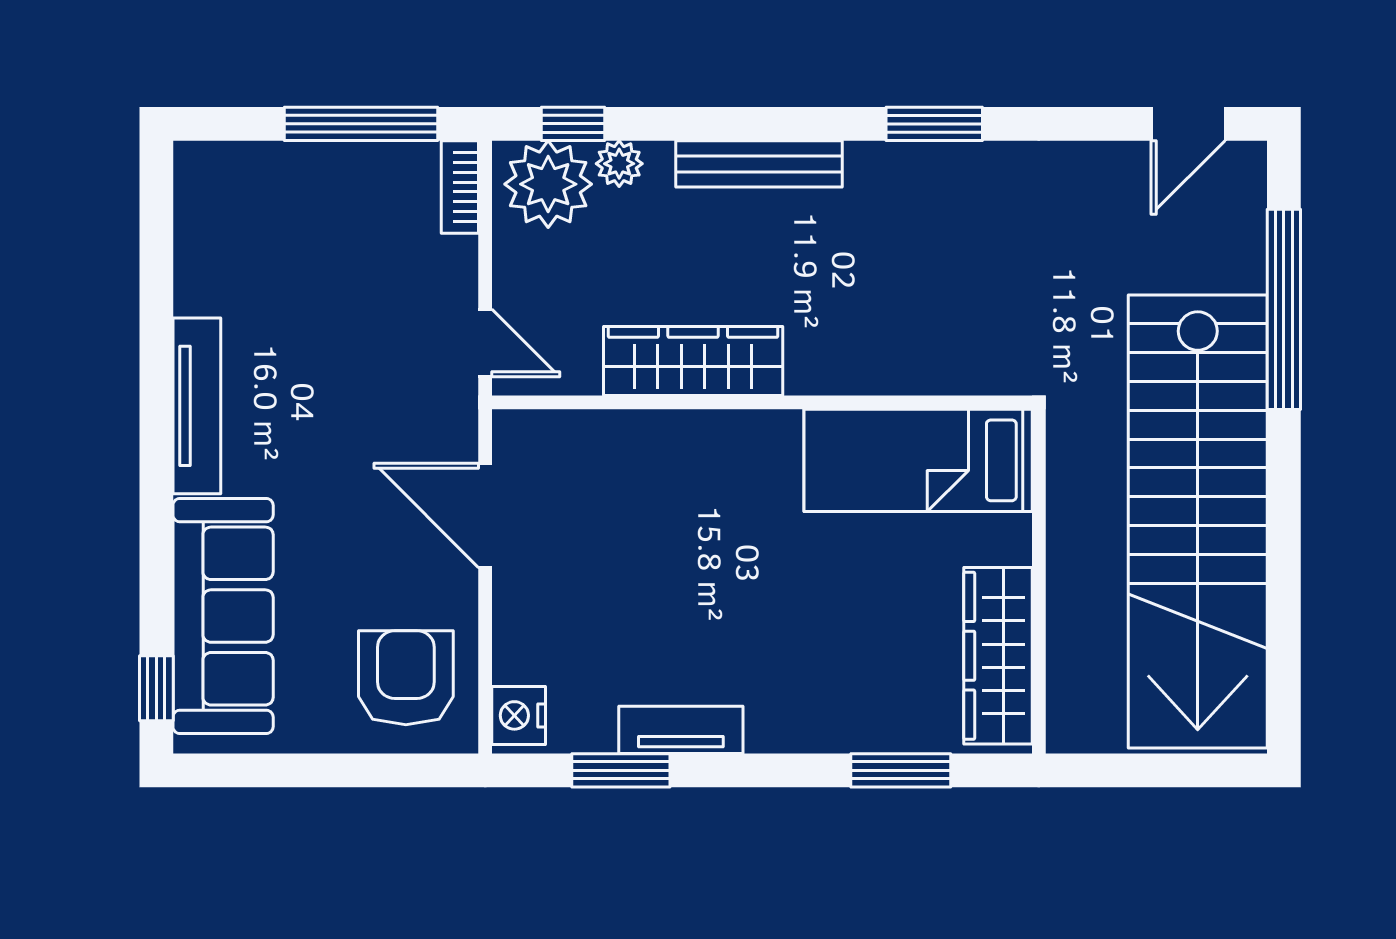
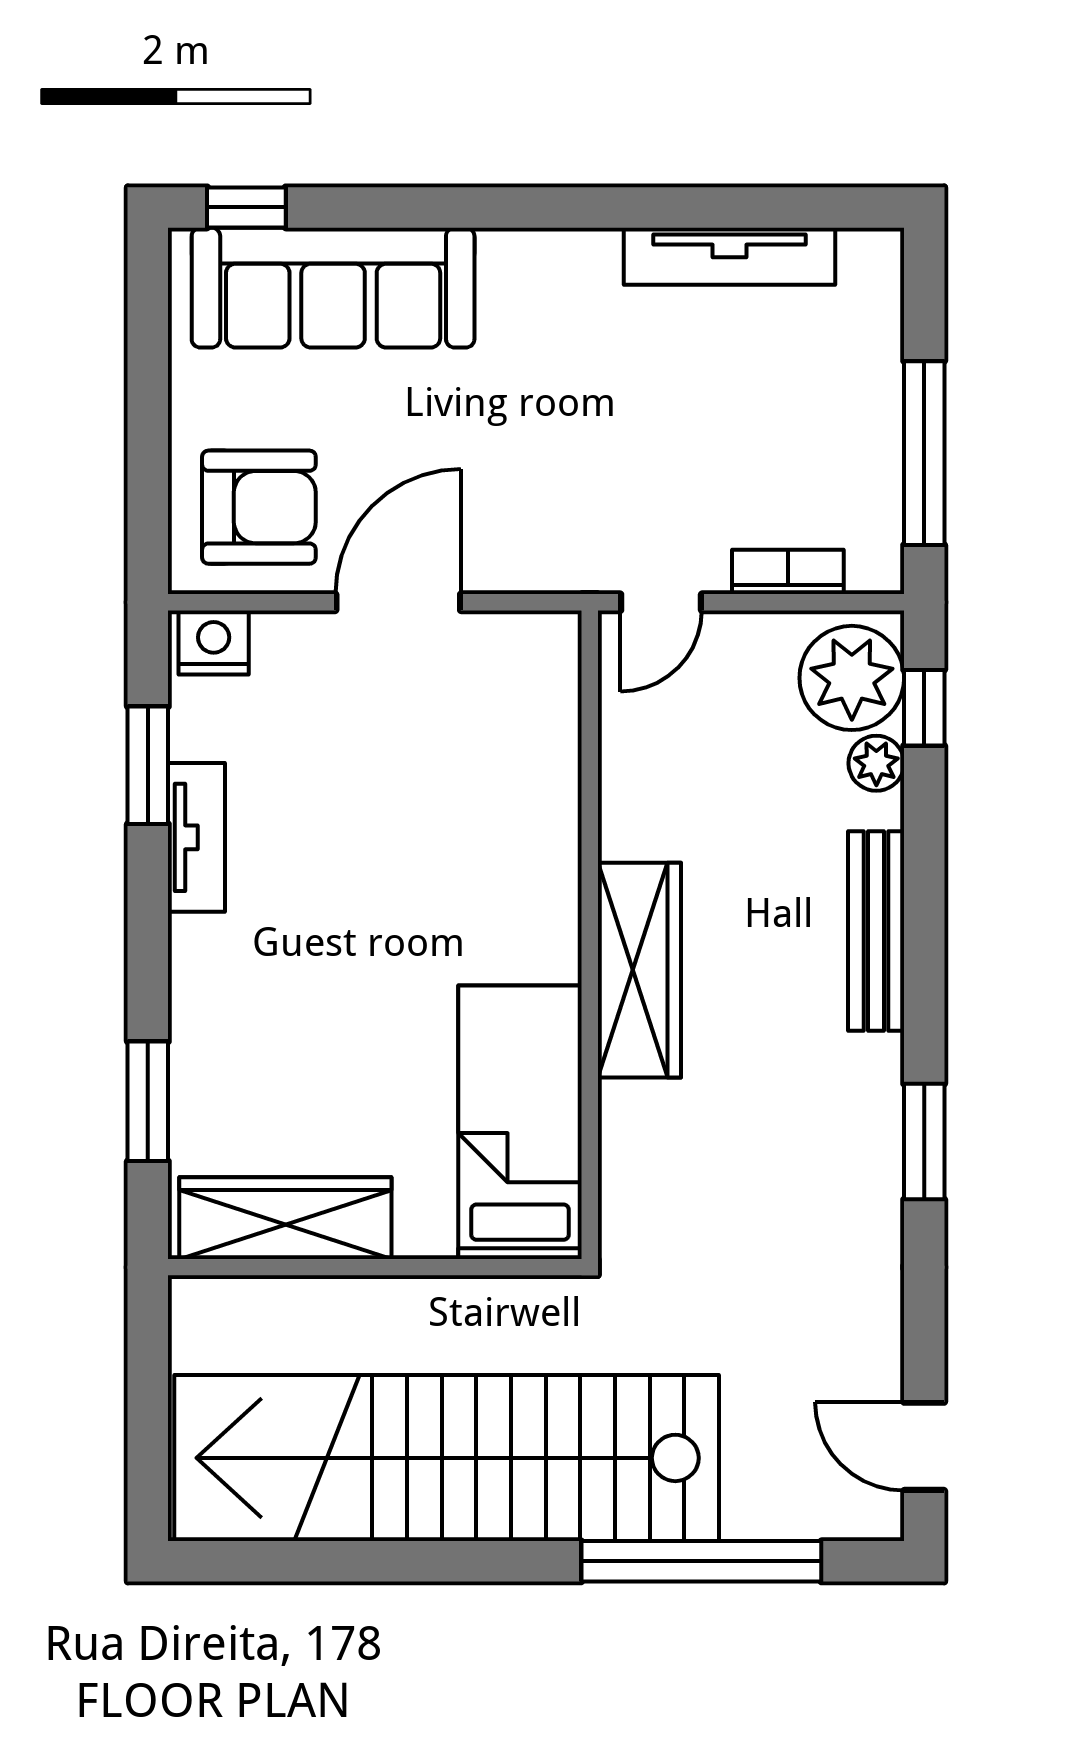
bookcase: (460, 187) -> (788, 572), moved
wardrobe: (693, 361) -> (639, 970), moved
tv unit: (197, 406) -> (730, 256), moved
door: (485, 515) -> (398, 602), moved

